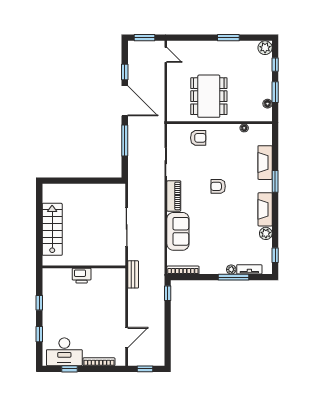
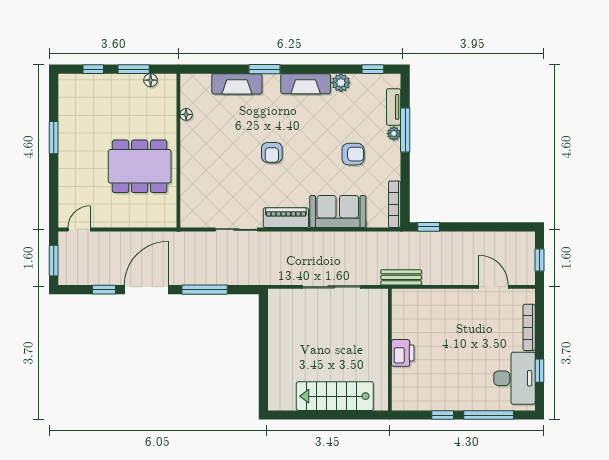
plant: (265, 48) -> (68, 84), removed
armchair: (198, 138) -> (353, 154), moved, turned 90
window: (39, 334) -> (489, 415), width x2.17

